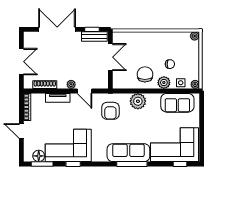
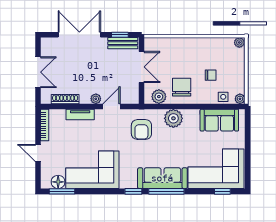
plant: (164, 83) -> (159, 97), moved
door: (85, 91) -> (111, 106), swing flipped
window: (73, 164) -> (133, 191), moved

